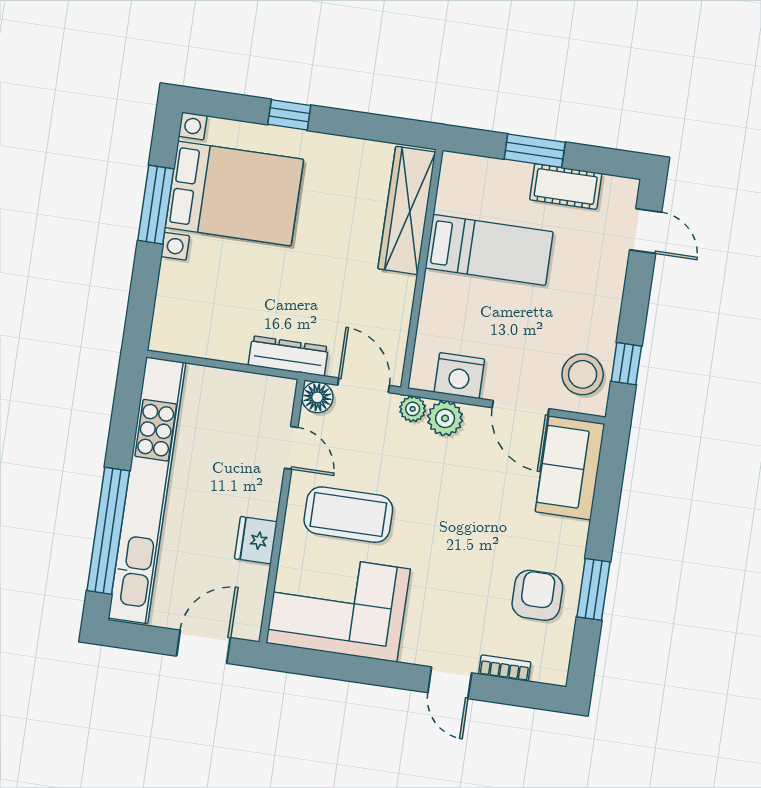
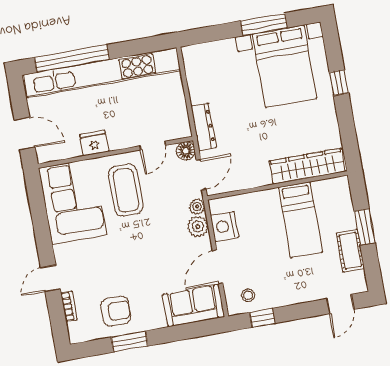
stool: (583, 374) -> (248, 295), width x0.53, depth x0.53

